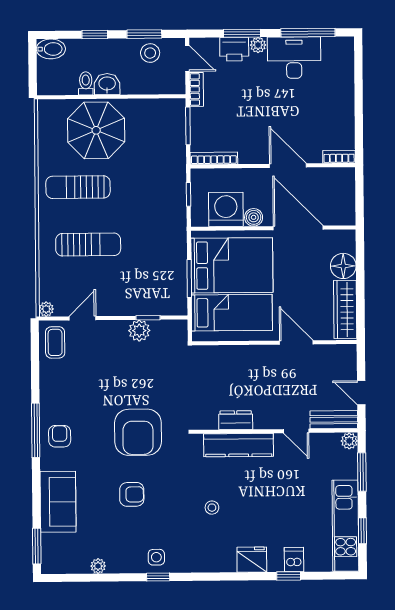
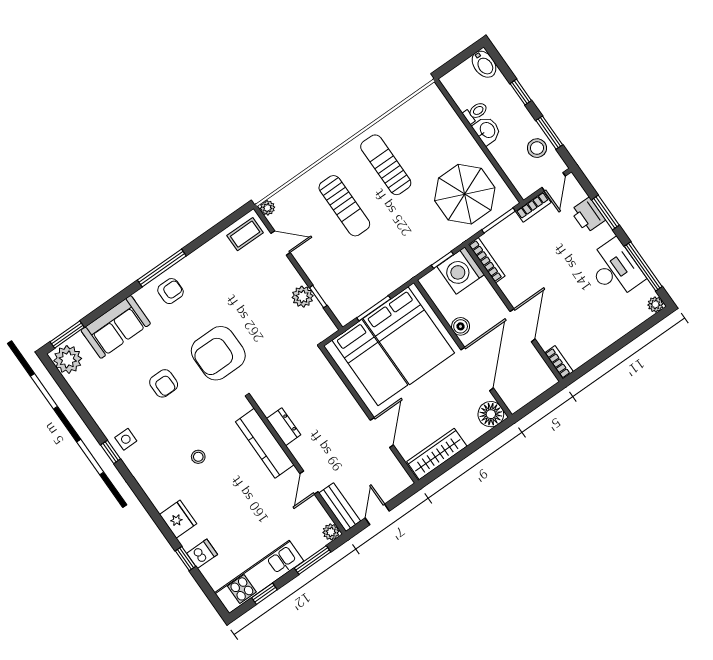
plant: (258, 45) -> (655, 304), moved
parasol: (96, 130) -> (465, 194), moved
washing machine: (226, 209) -> (461, 270), moved, turned 180
floor lamp: (343, 266) -> (491, 414), moved
plant: (98, 566) -> (68, 360), moved, width x1.87, depth x1.87

